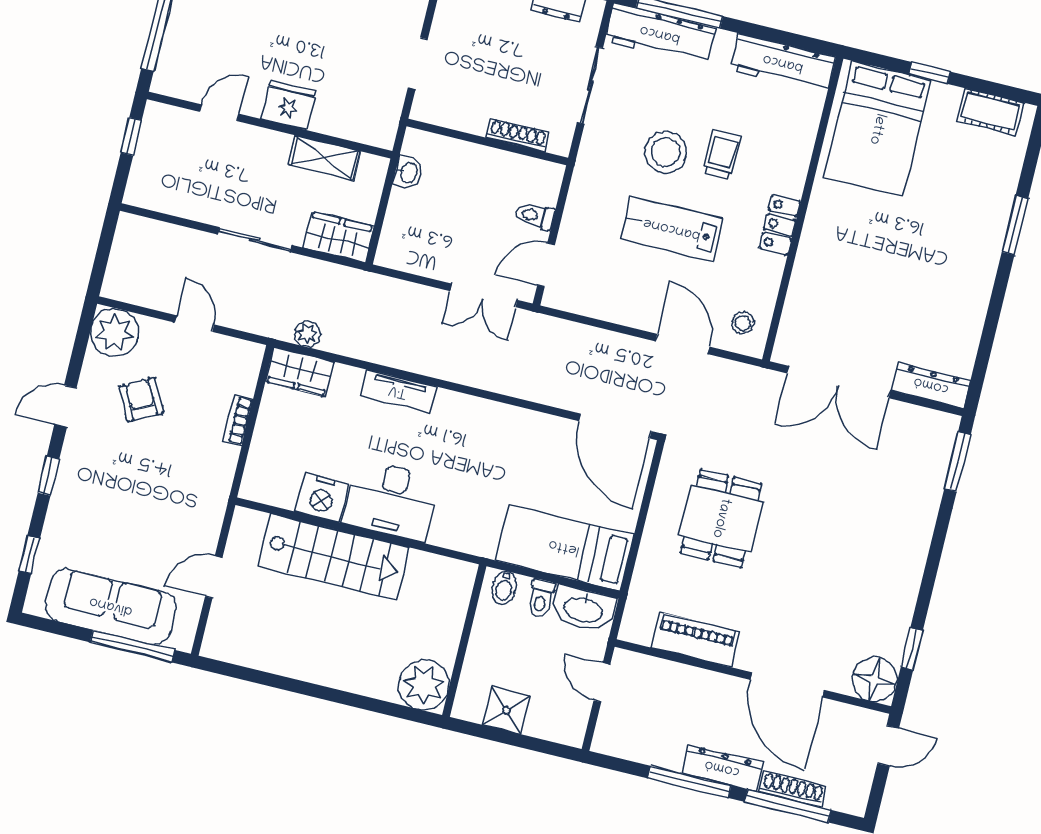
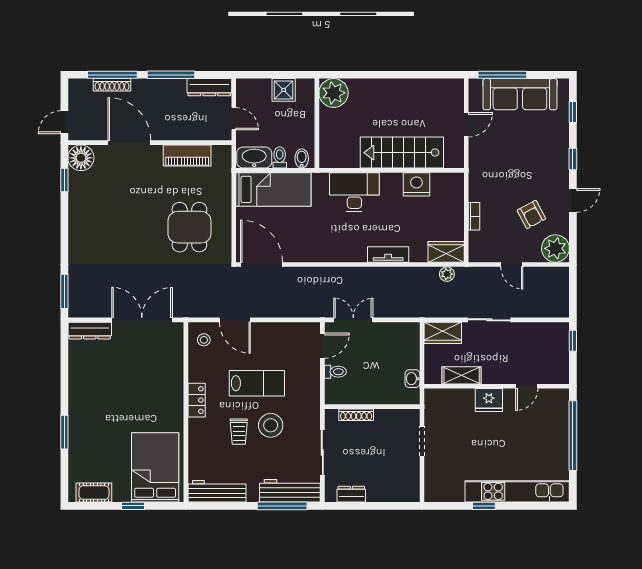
window: (131, 136) -> (573, 341), moved
desk: (391, 500) -> (354, 192), moved
dresser: (722, 768) -> (209, 87), moved

